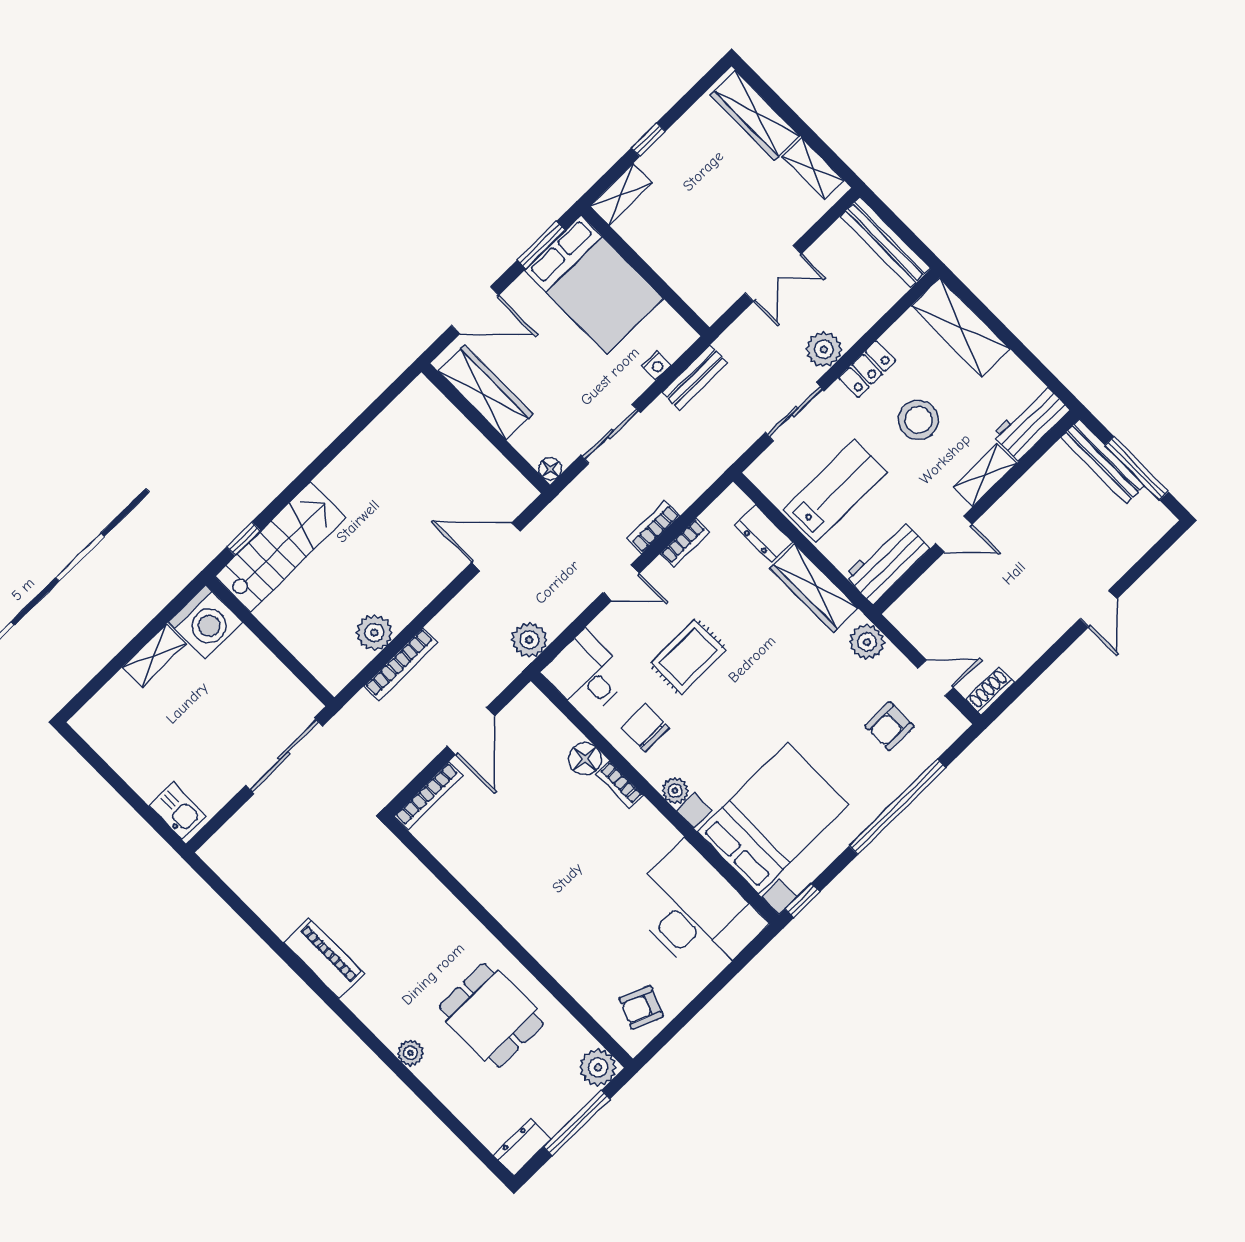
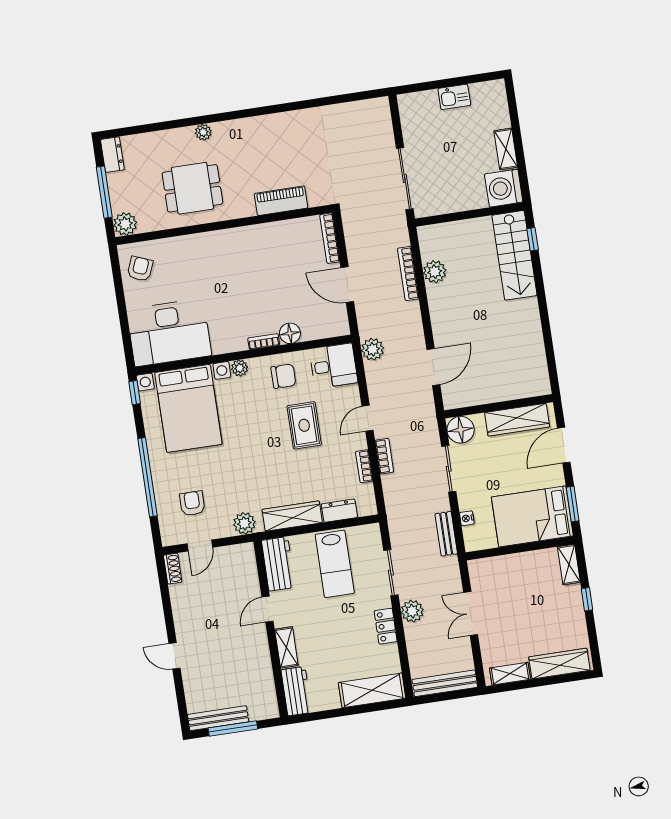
stool: (918, 420) -> (340, 634), removed
bench: (1103, 461) -> (218, 718), moved
floor lamp: (550, 469) -> (461, 430), width x1.89, depth x1.89
kitchen sink: (177, 811) -> (454, 97), moved
piano: (324, 958) -> (281, 201), moved, turned 180

